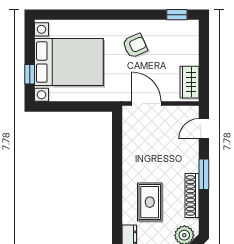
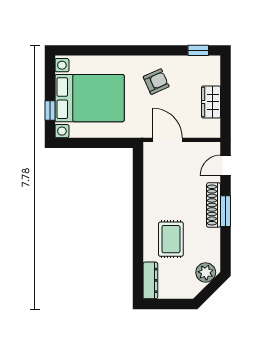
wardrobe: (190, 82) -> (211, 102), moved
shoe rack: (192, 195) -> (214, 205), moved

